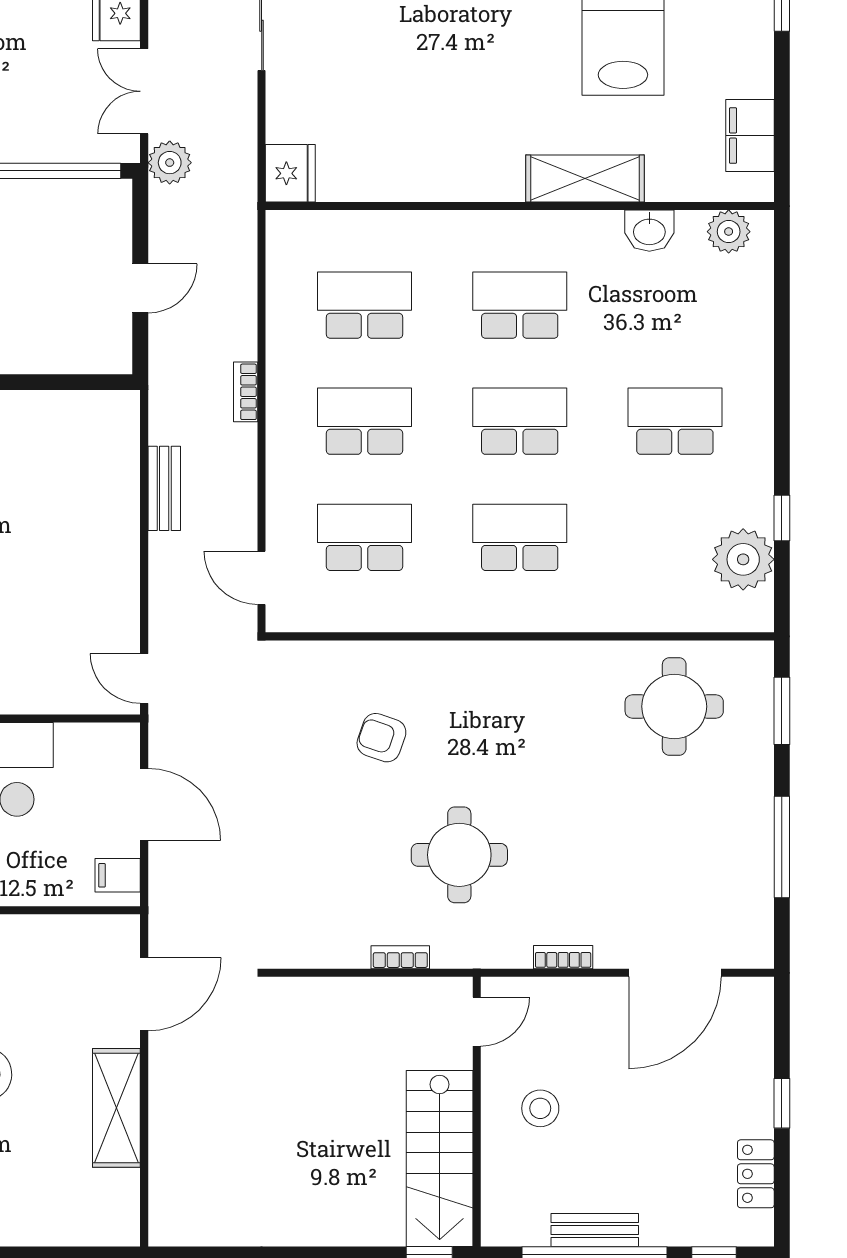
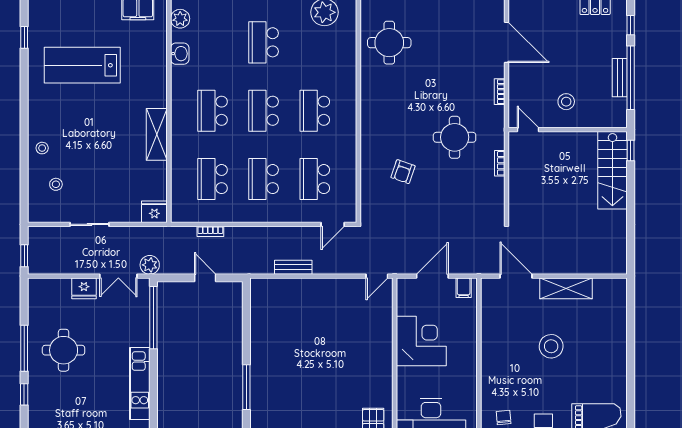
shelving: (585, 179) -> (157, 134), moved
bookcase: (246, 392) -> (210, 231), moved
stairs: (440, 1159) -> (612, 170), moved, turned 90

